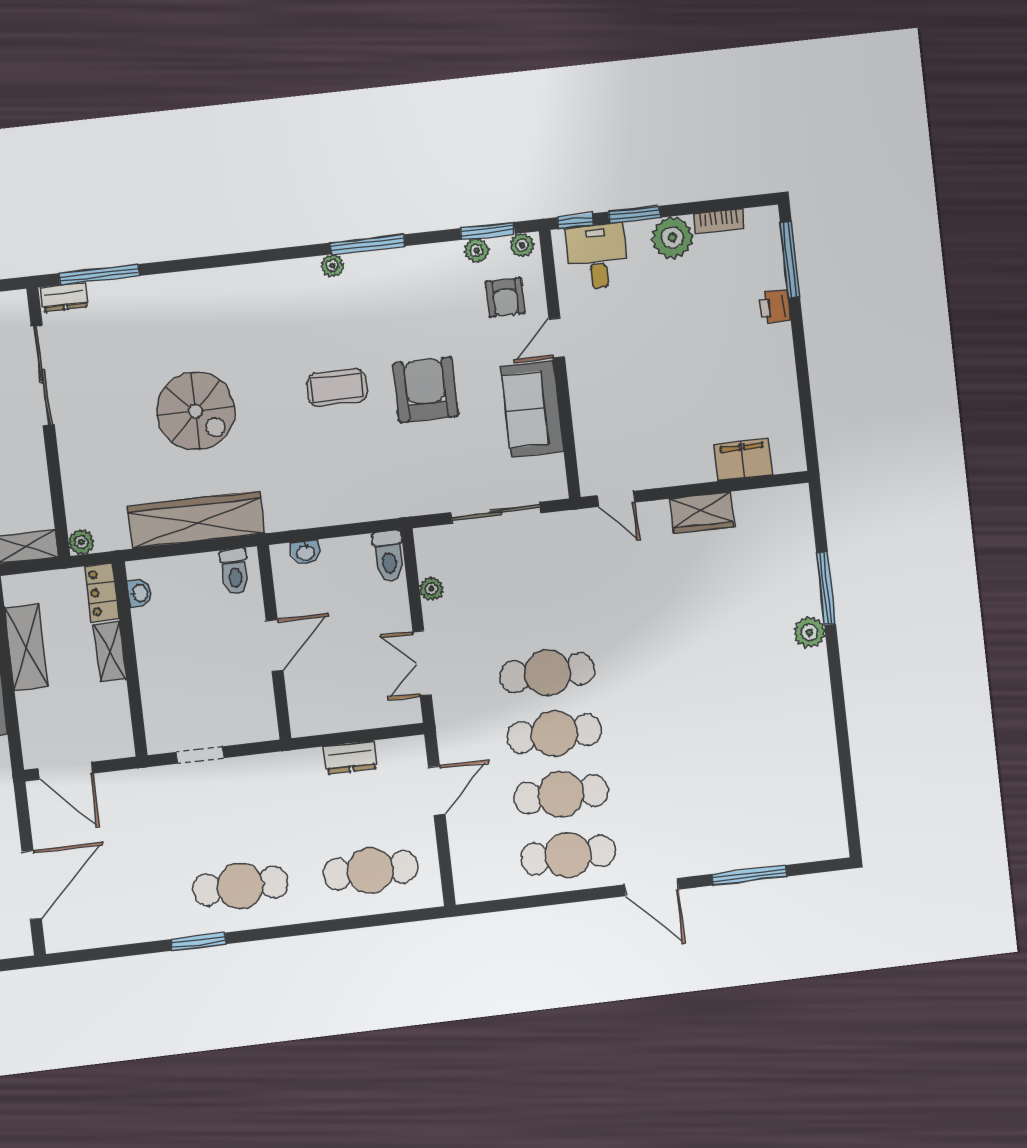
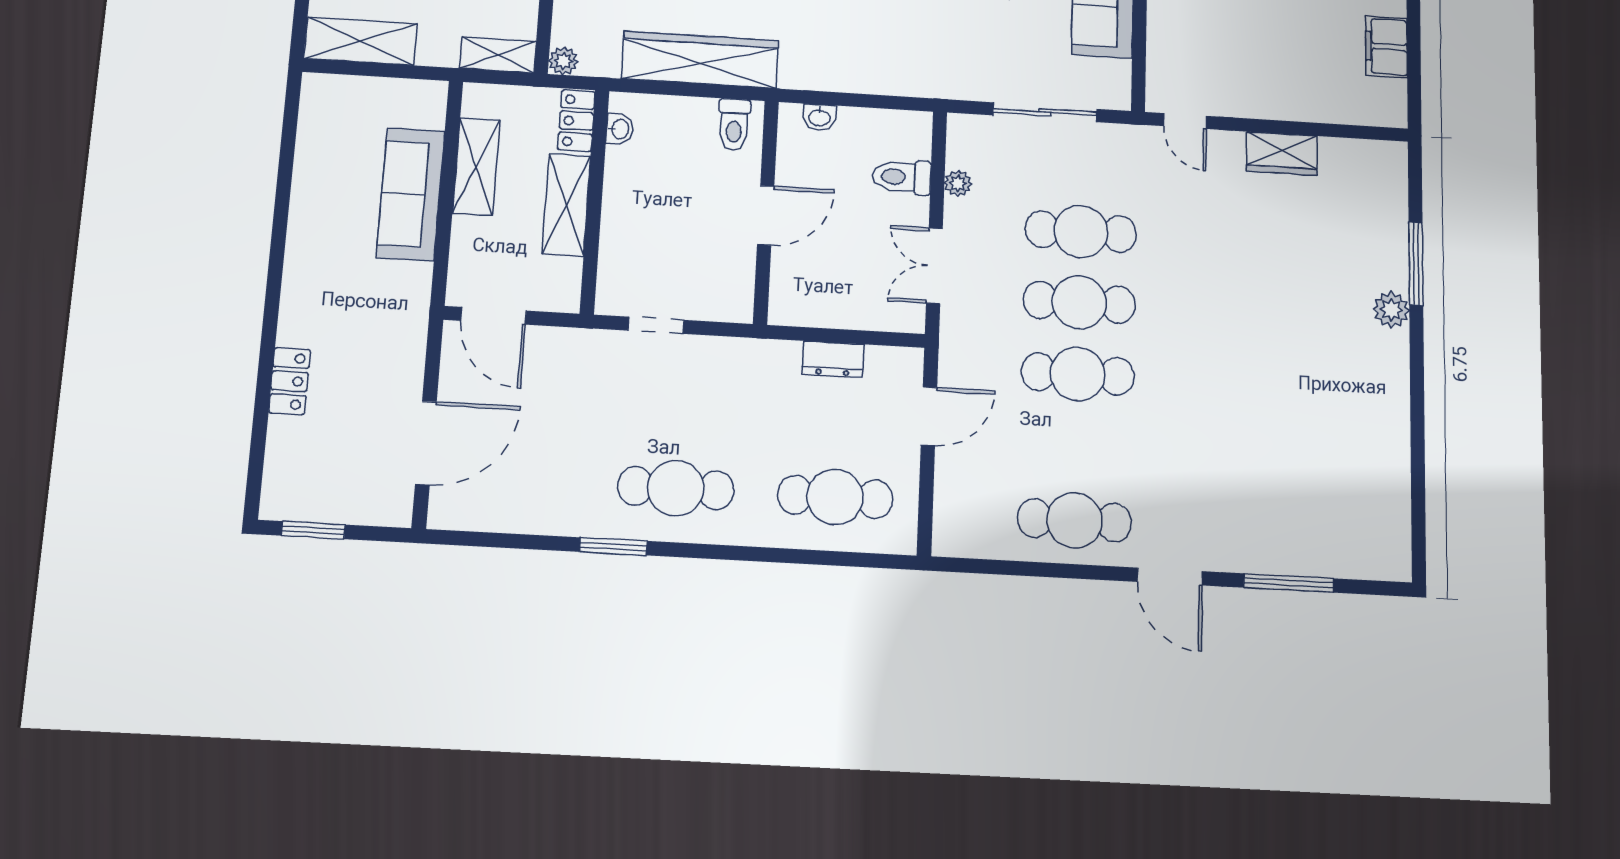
filing cabinet: (743, 460) -> (1386, 47), moved, turned -90
toilet: (389, 556) -> (902, 177), moved, turned 90
shelving: (110, 652) -> (566, 205), width x1.50, depth x1.33
cafe table: (561, 794) -> (1081, 232), moved

